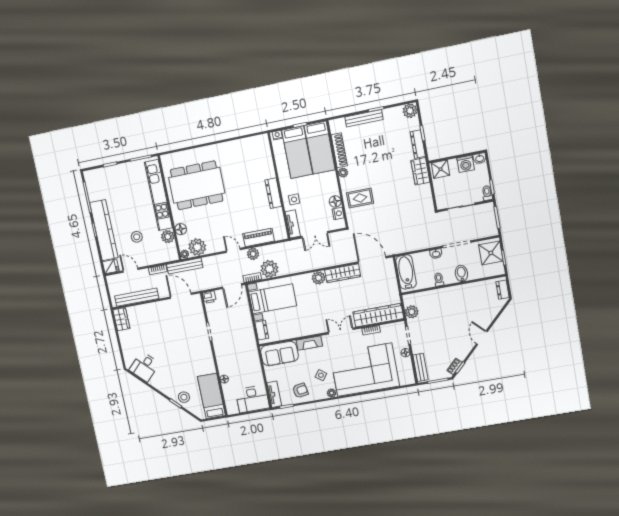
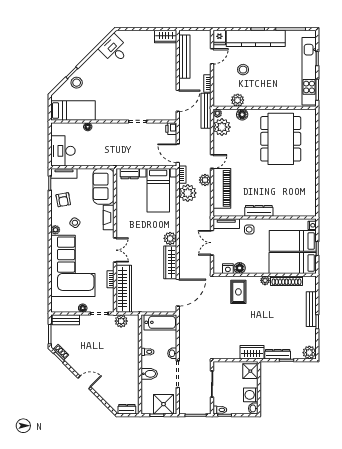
kitchen unit: (158, 195) -> (309, 71), moved, turned -90
piano: (259, 237) -> (222, 188), width x1.37, depth x1.33

